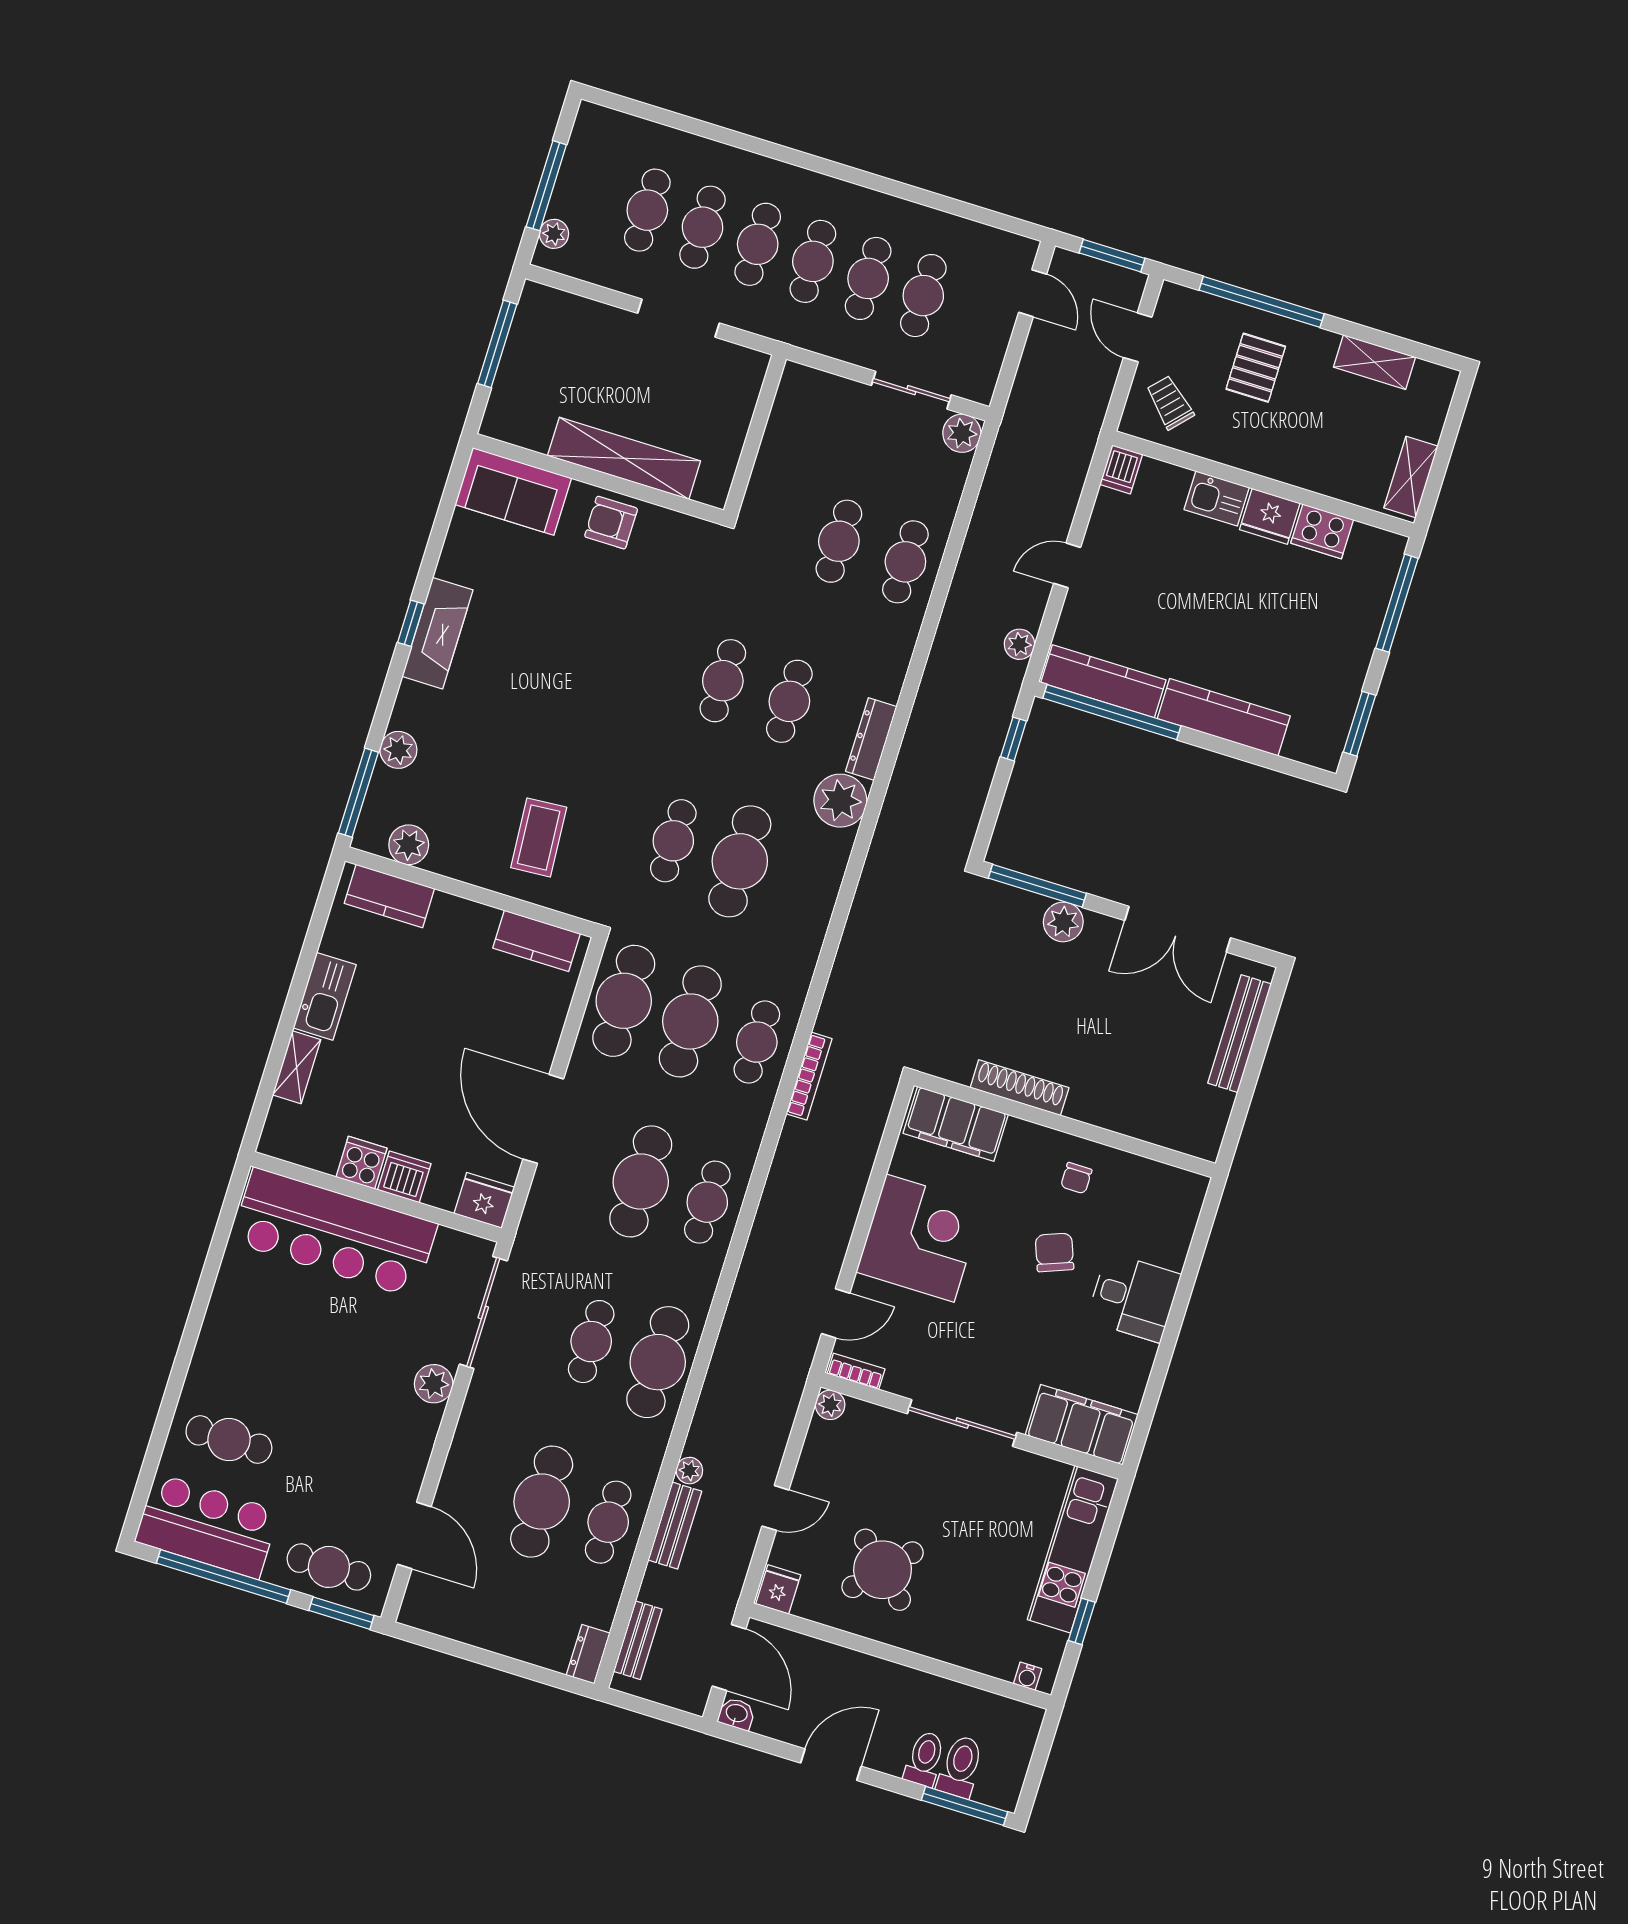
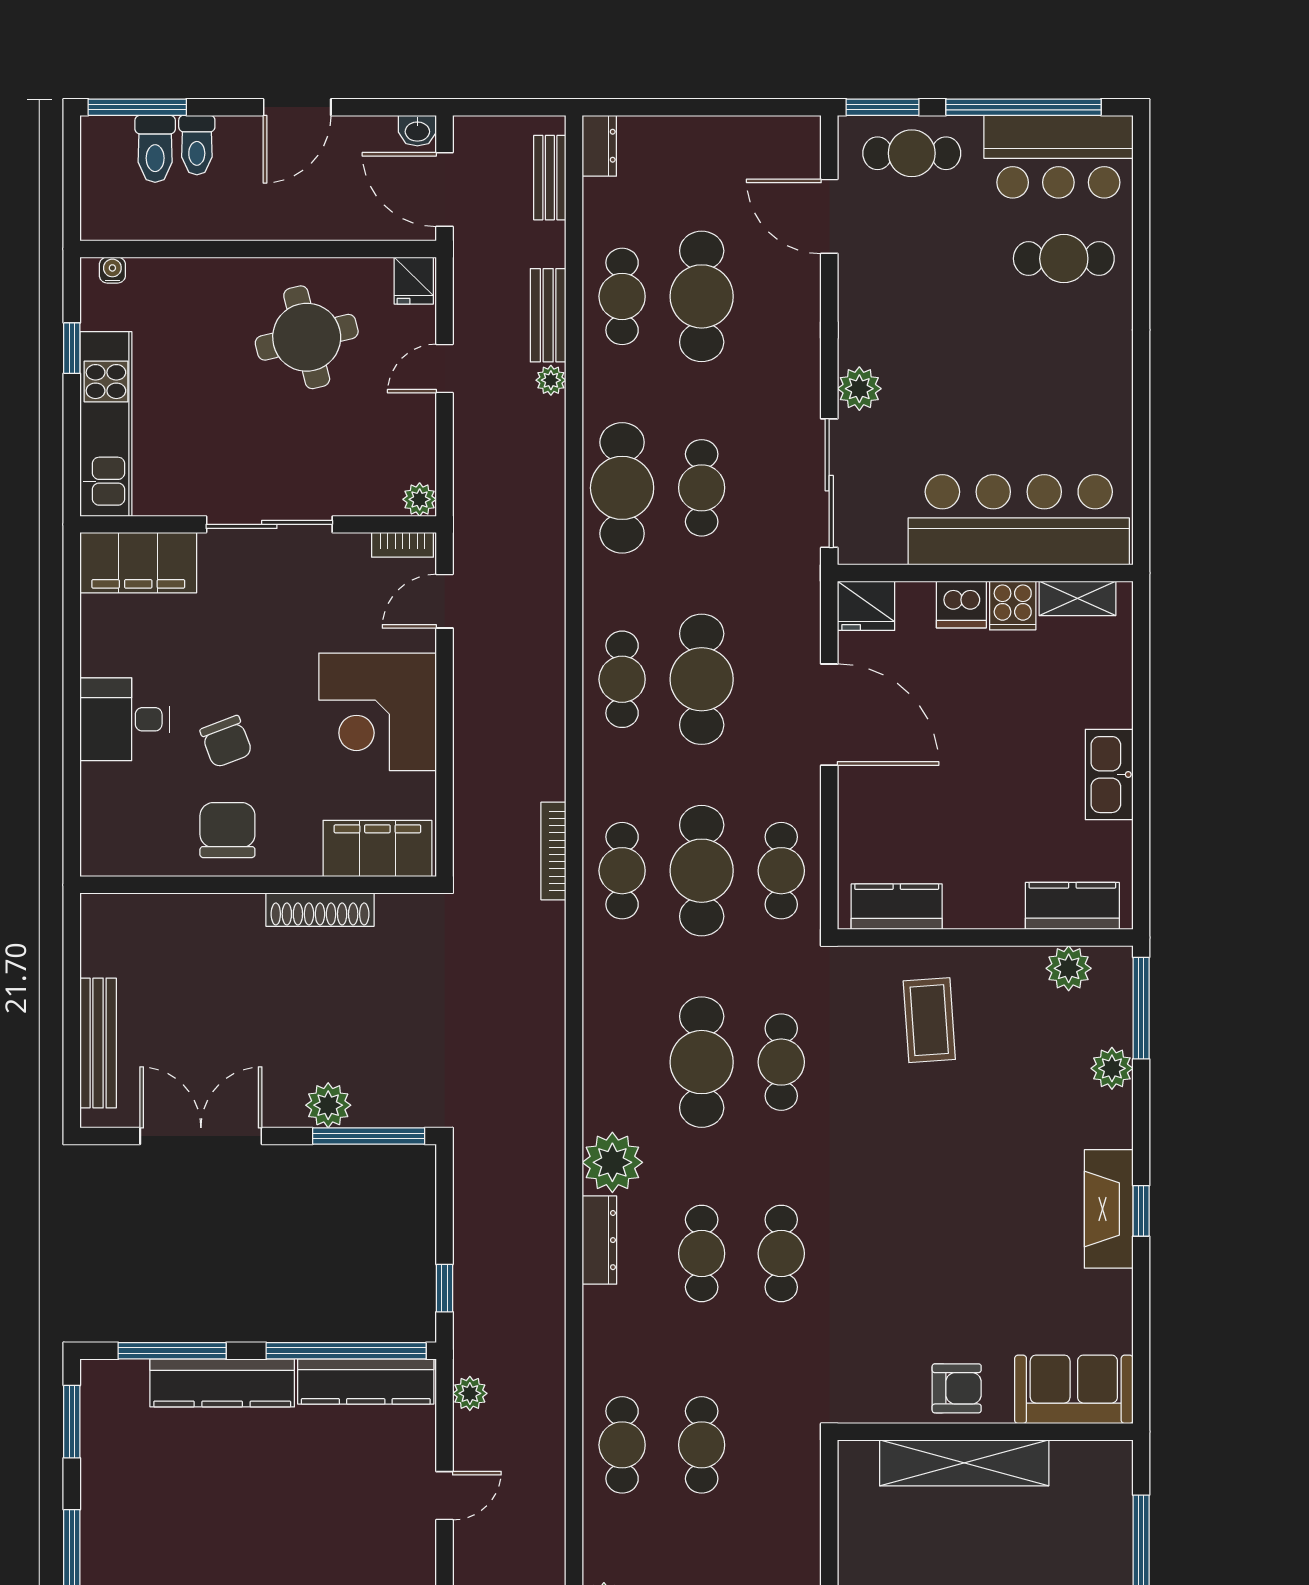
window: (1257, 757) -> (172, 1351), added
cafe table: (624, 1001) -> (781, 871), width x0.73, depth x0.74
shelving: (297, 1067) -> (1077, 598), moved, turned 90
chair: (1076, 1178) -> (227, 830), width x1.87, depth x1.87
round table: (883, 1570) -> (307, 337), turned 33

